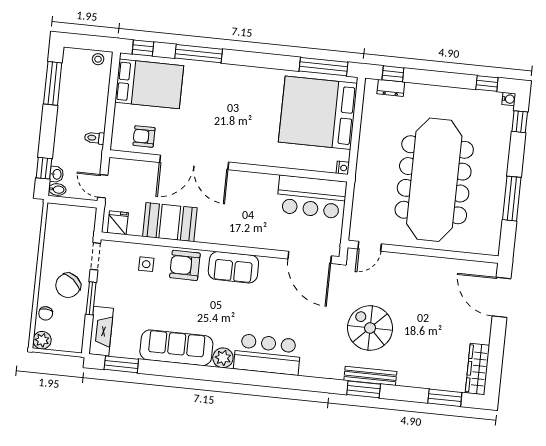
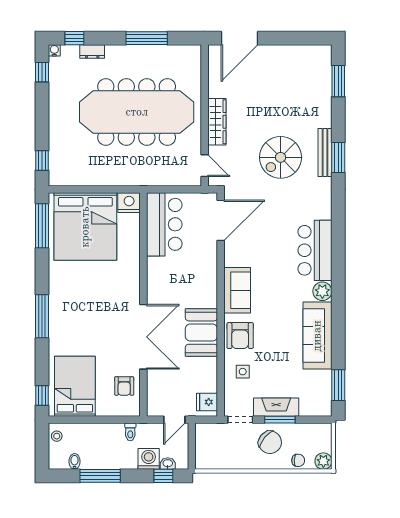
window: (199, 54) -> (42, 316), moved
window: (53, 83) -> (100, 476), moved
dresser: (391, 88) -> (92, 51), moved, turned 90
washing machine: (64, 154) -> (149, 459), added
nightstand: (343, 168) -> (129, 203), width x1.89, depth x1.79
bidet: (57, 189) -> (75, 461), moved
booth: (170, 222) -> (201, 333), moved
fireplace: (101, 331) -> (276, 407), moved
wardrobe: (477, 369) -> (217, 122), moved, turned -90

